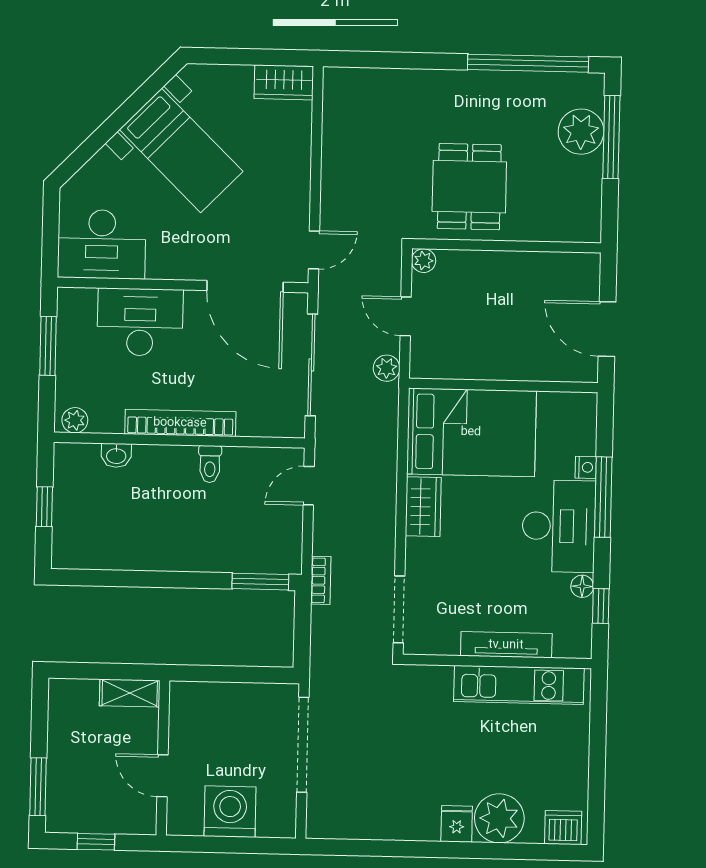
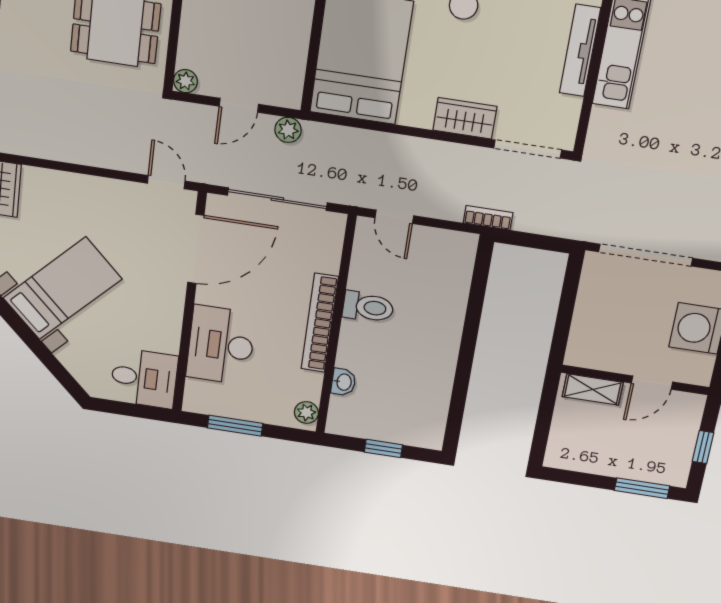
desk: (102, 244) -> (144, 378), width x0.73
toilet: (210, 464) -> (368, 307), width x1.37, depth x1.39
wardrobe: (423, 507) -> (465, 118), moved
window: (260, 582) -> (481, 272), removed
shelving: (130, 693) -> (593, 389), moved, turned 90

